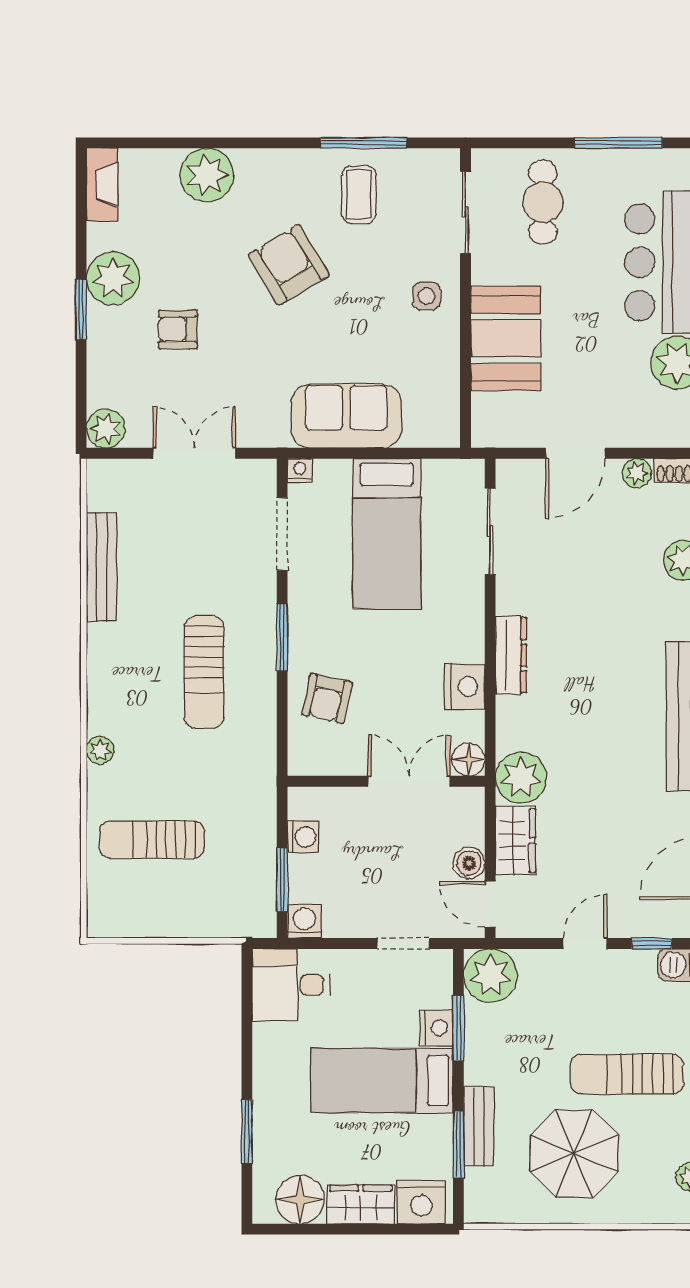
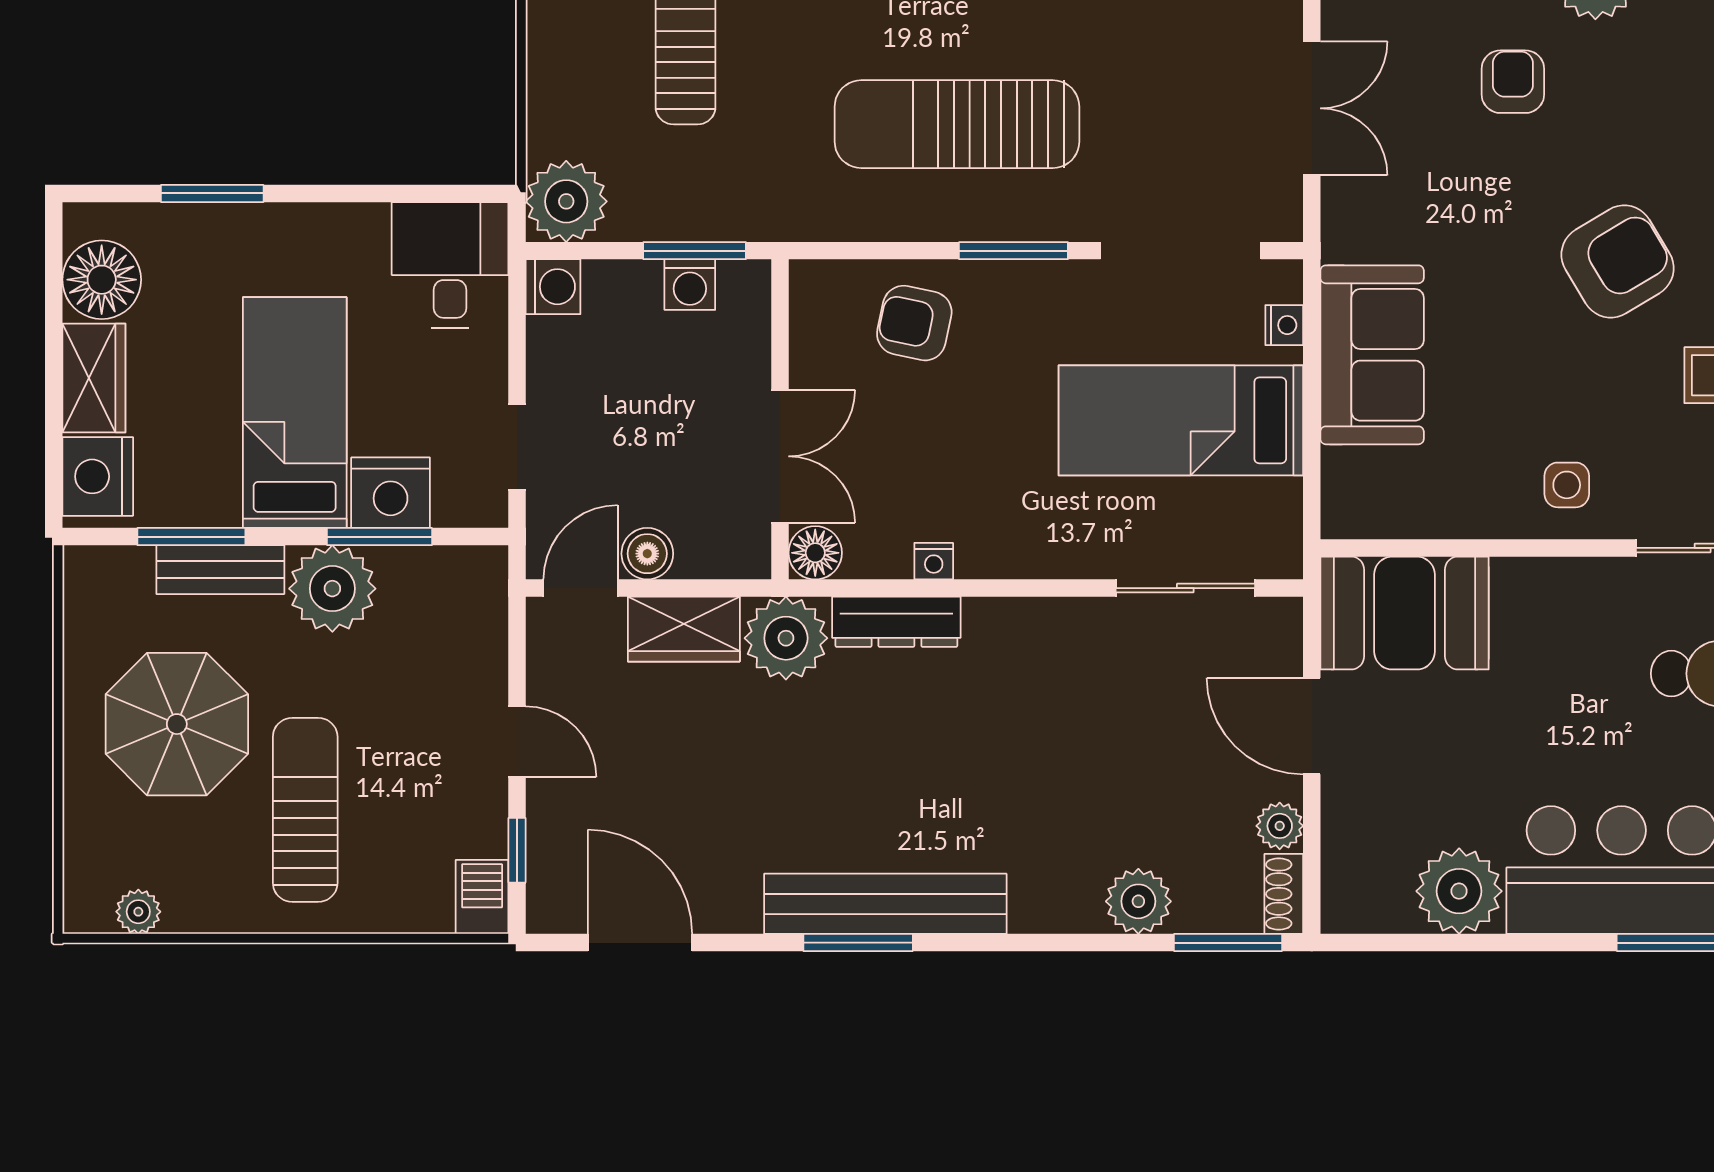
booth: (506, 338) -> (1405, 613), moved
nightstand: (300, 470) -> (1284, 325), moved
doorway: (282, 534) -> (1181, 251), width x1.36
dresser: (511, 655) -> (896, 622), moved
sun lounger: (204, 672) -> (957, 124), width x1.36, depth x1.34
nightstand: (465, 686) -> (934, 561), width x0.53, depth x0.56
window: (282, 880) -> (695, 251), moved
plant: (252, 913) -> (566, 201), added
plant: (491, 976) -> (332, 589), moved
nightstand: (437, 1028) -> (391, 493), width x1.36, depth x1.33

